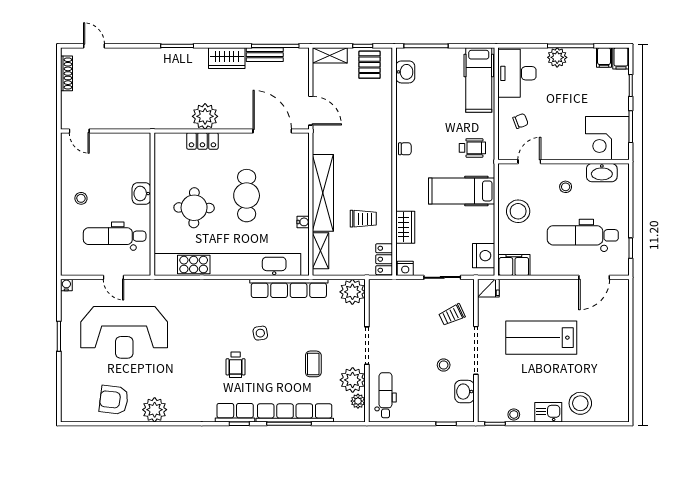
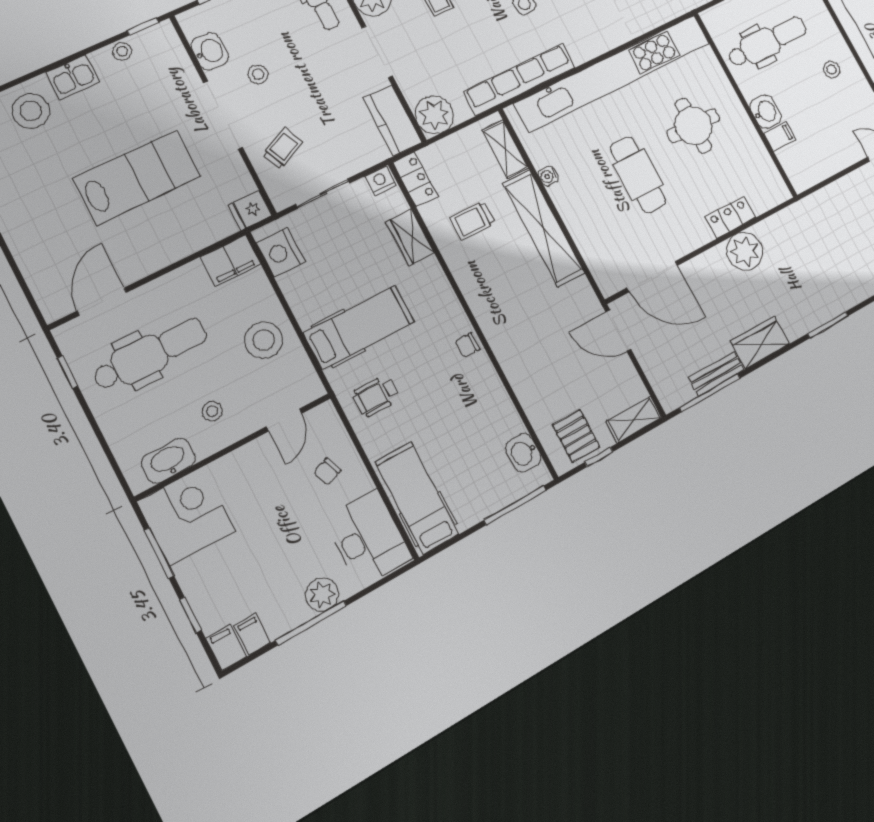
filing cabinet: (141, 174) -> (780, 136), added
kitchen counter: (379, 300) -> (393, 120), added

